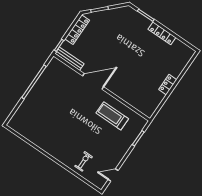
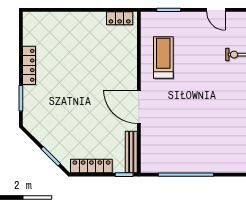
locker: (168, 85) -> (120, 18), moved
treadmill: (112, 116) -> (163, 57), turned 180
door: (113, 175) -> (216, 10), moved

